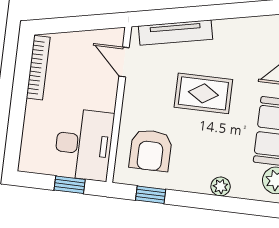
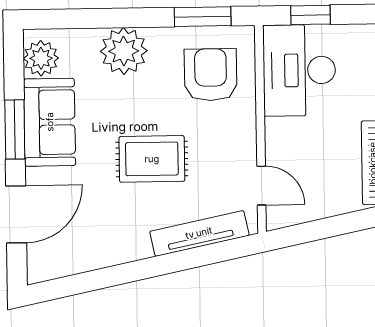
plant: (221, 186) -> (124, 51), width x1.88, depth x1.88
window: (151, 195) -> (203, 17), width x1.50

